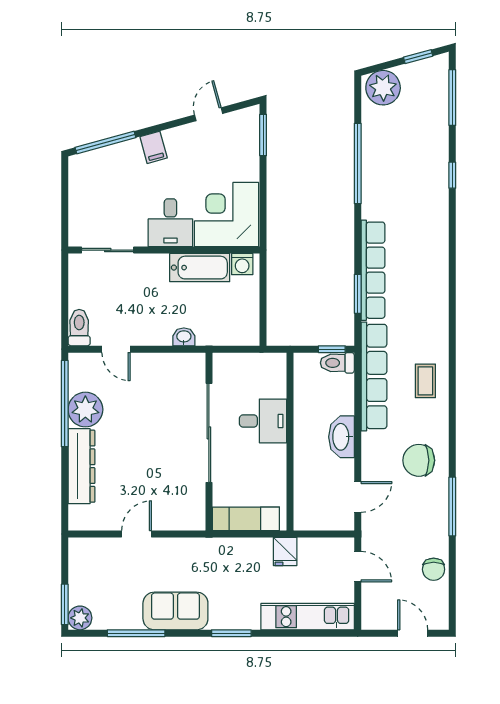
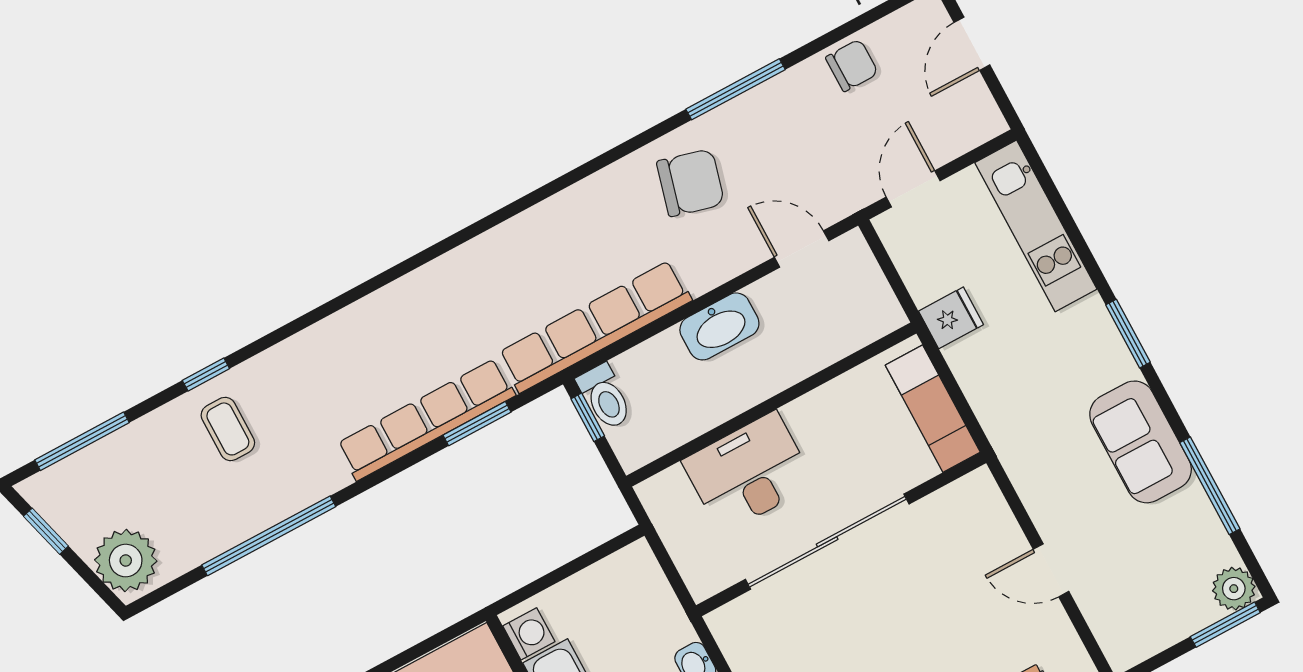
coffee table: (425, 381) -> (228, 429), moved, turned 90
desk: (263, 421) -> (749, 472), width x1.37
chair: (419, 460) -> (691, 183), turned -75

